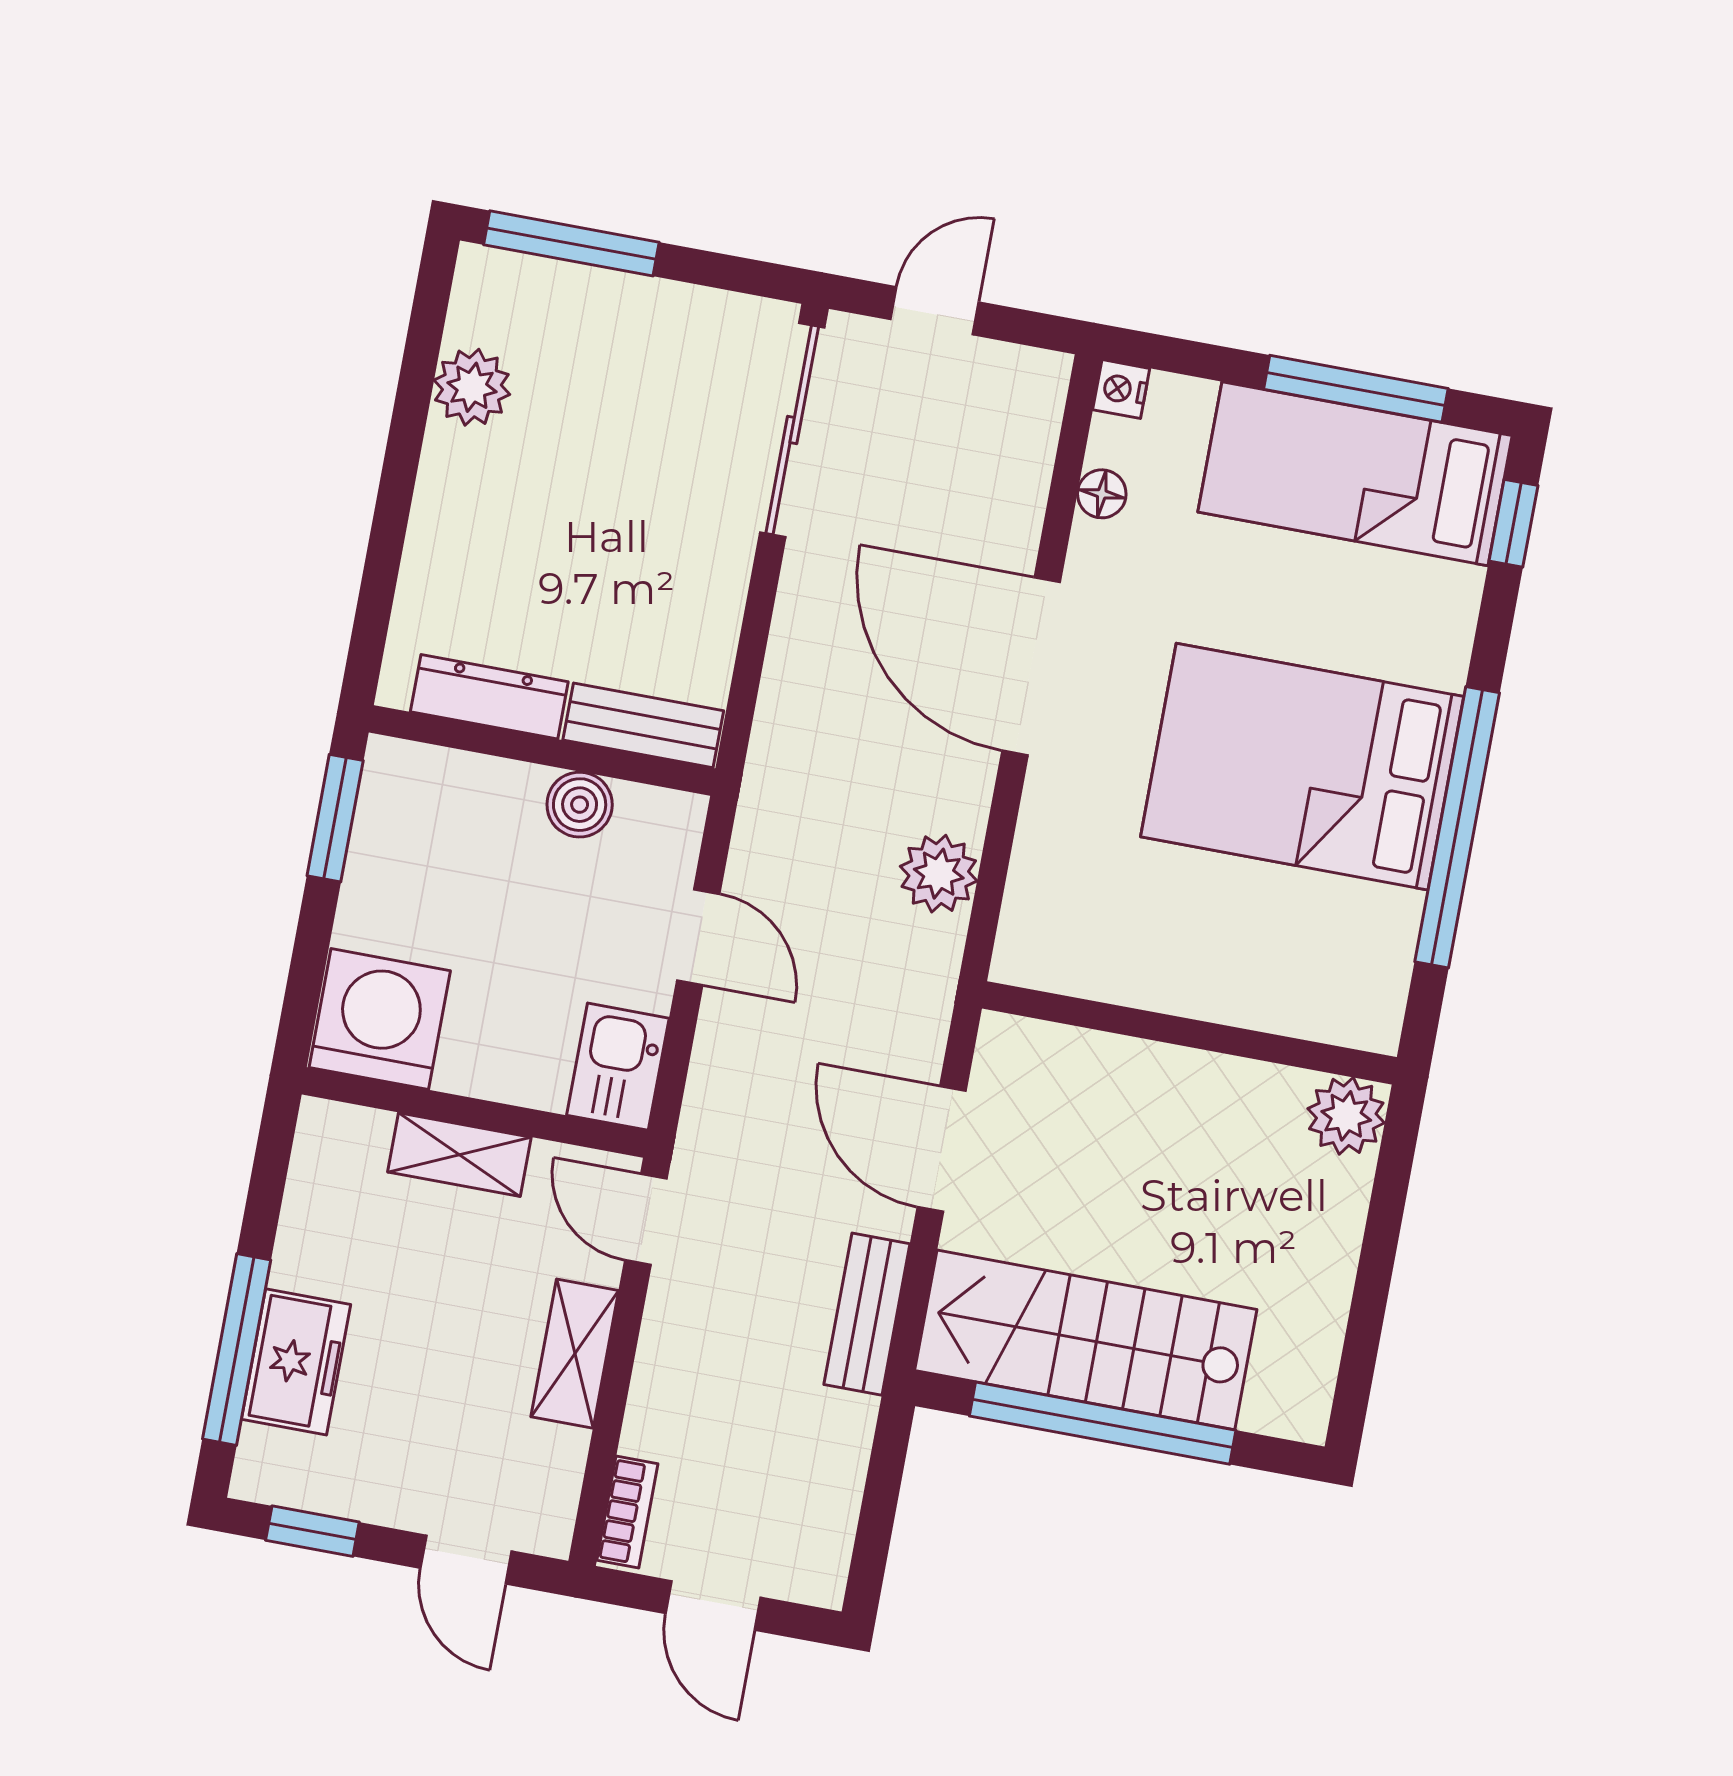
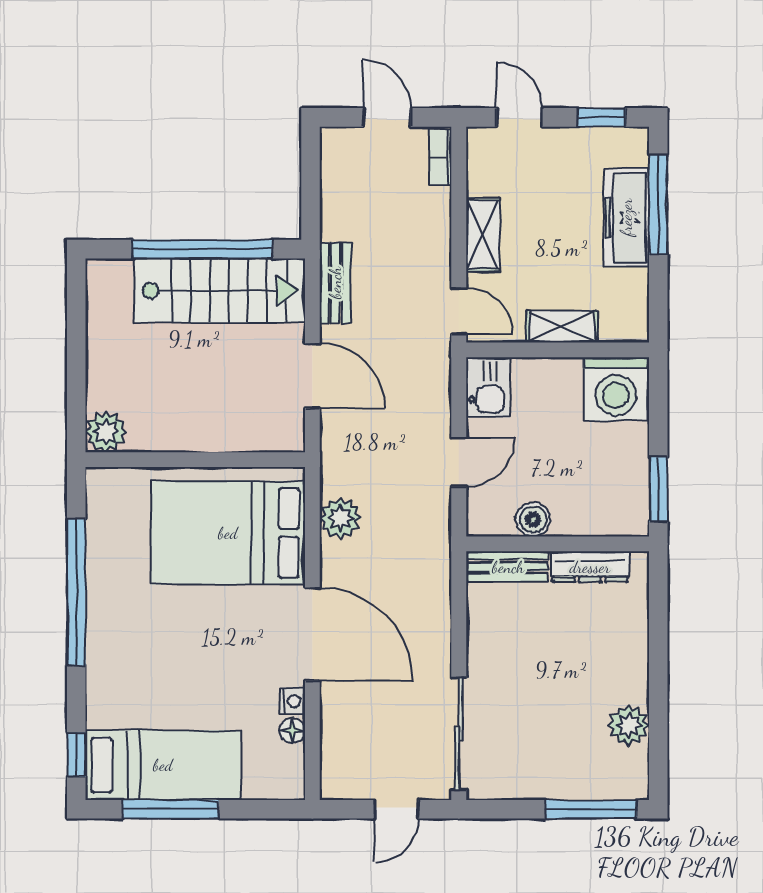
nightstand: (1121, 389) -> (292, 701), moved
bed: (1302, 767) -> (228, 533), moved, turned 180
door: (698, 937) -> (459, 462), swing flipped
freezer: (296, 1362) -> (626, 217), width x1.40

